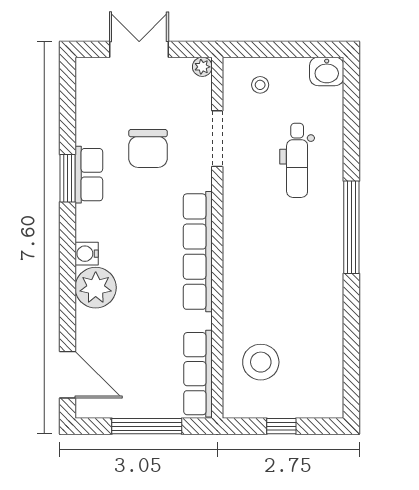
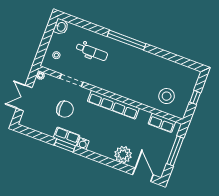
water cooler: (87, 254) -> (83, 144), moved
plant: (96, 288) -> (123, 155), moved
row of seats: (198, 374) -> (162, 123), width x0.68
door: (67, 375) -> (143, 175), hinge flipped

